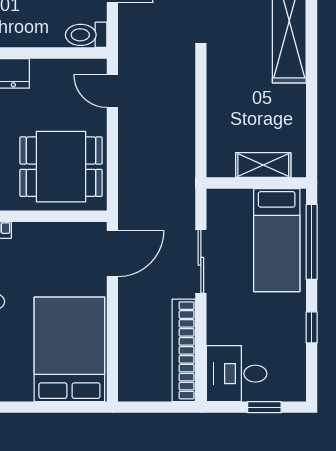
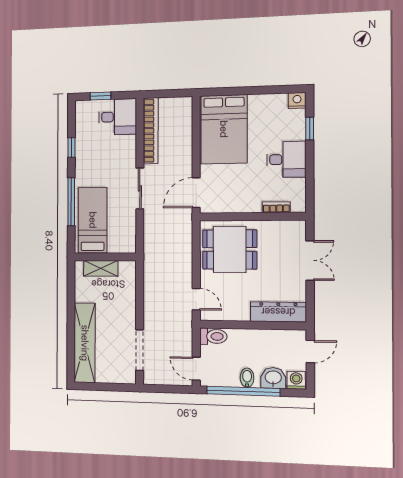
shelving: (263, 165) -> (101, 268), moved
wall: (256, 183) -> (105, 257), moved
bed: (277, 240) -> (93, 220), moved

